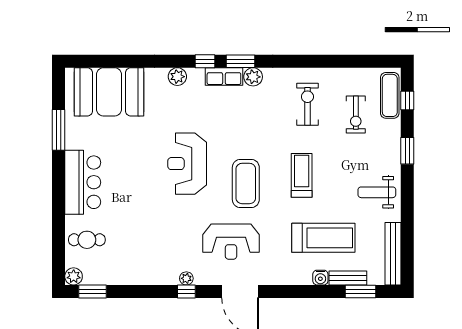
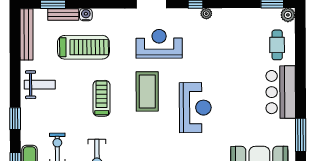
treadmill: (302, 175) -> (102, 98), turned 180
treadmill: (323, 238) -> (83, 47), turned 180
cafe table: (87, 240) -> (277, 45), turned 90
plant: (186, 278) -> (206, 14), moved

